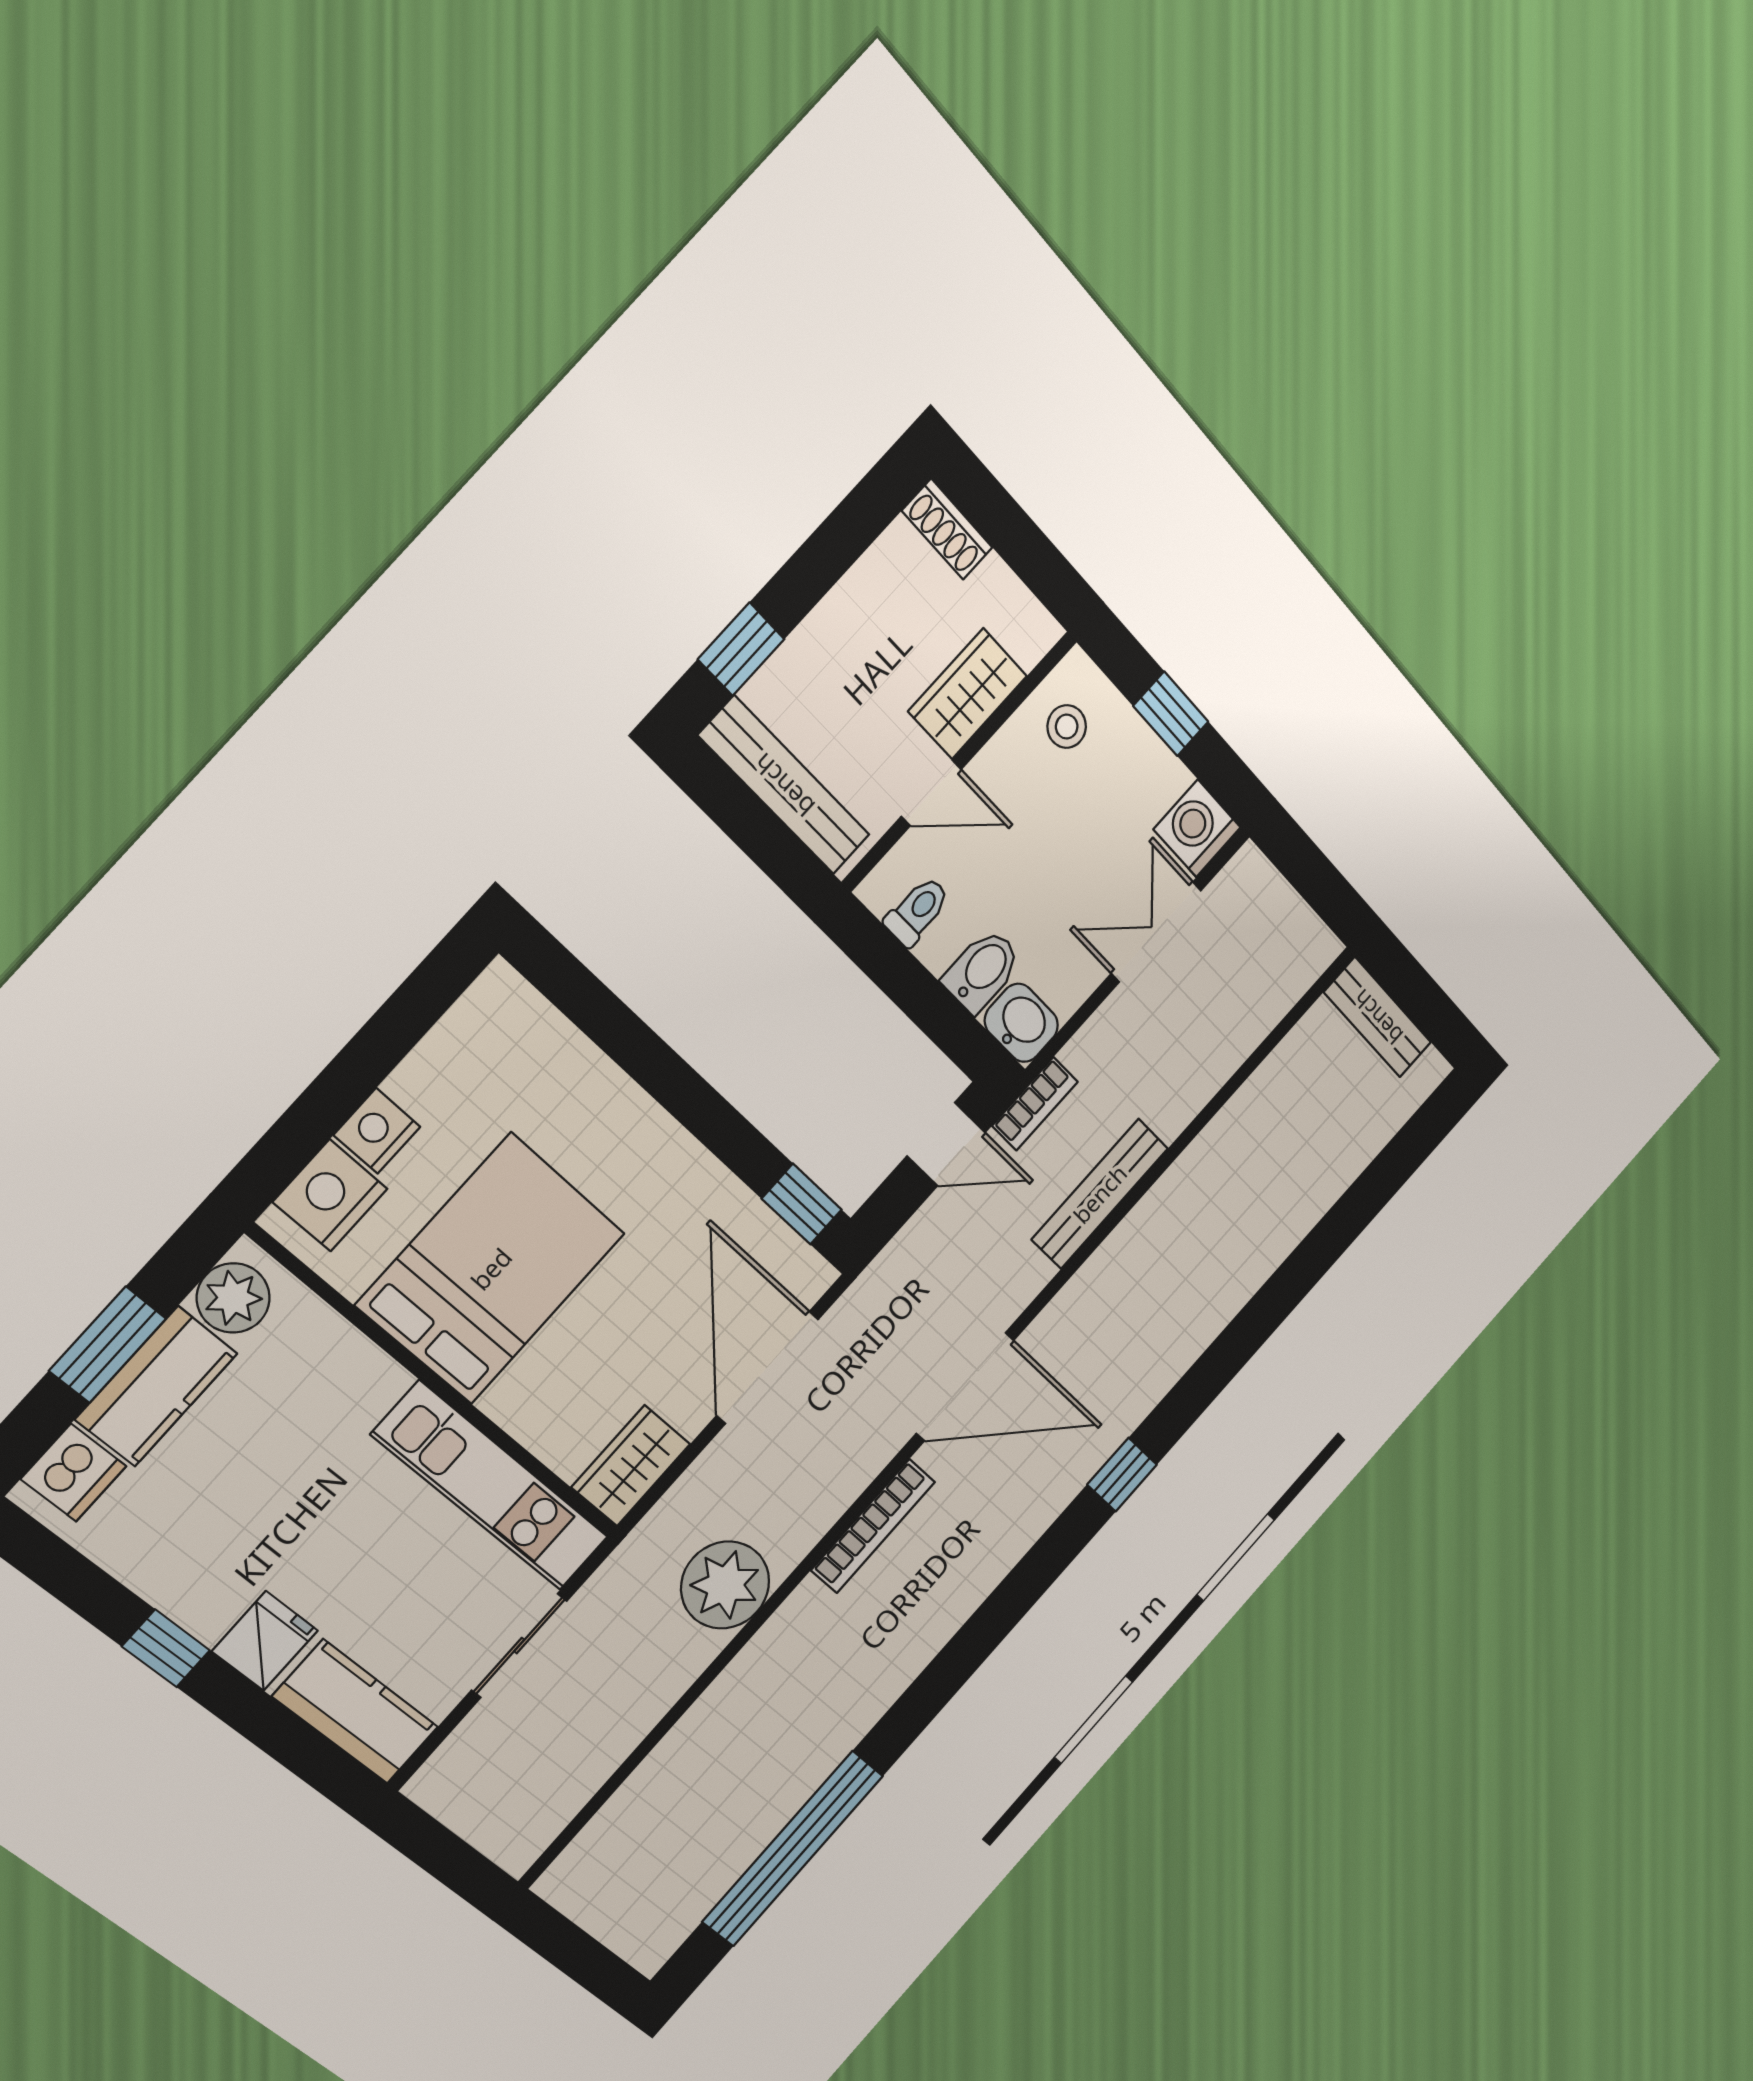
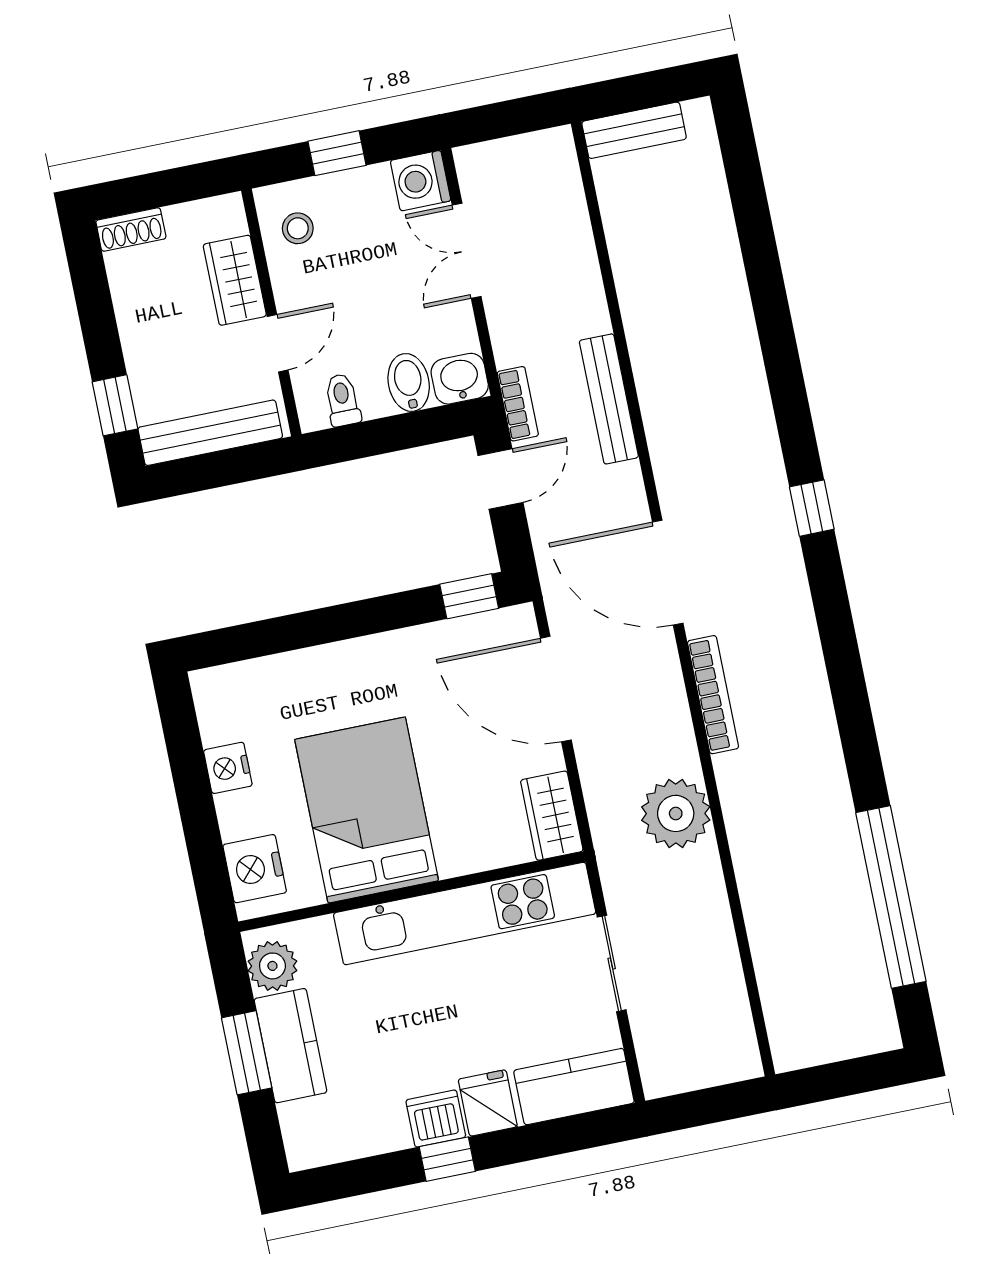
nightstand: (377, 1131) -> (228, 768), moved
door: (965, 1387) -> (668, 573), swing flipped
dishwasher: (73, 1473) -> (436, 1119), moved, turned -90
kitchen unit: (491, 1486) -> (465, 913), width x1.36

